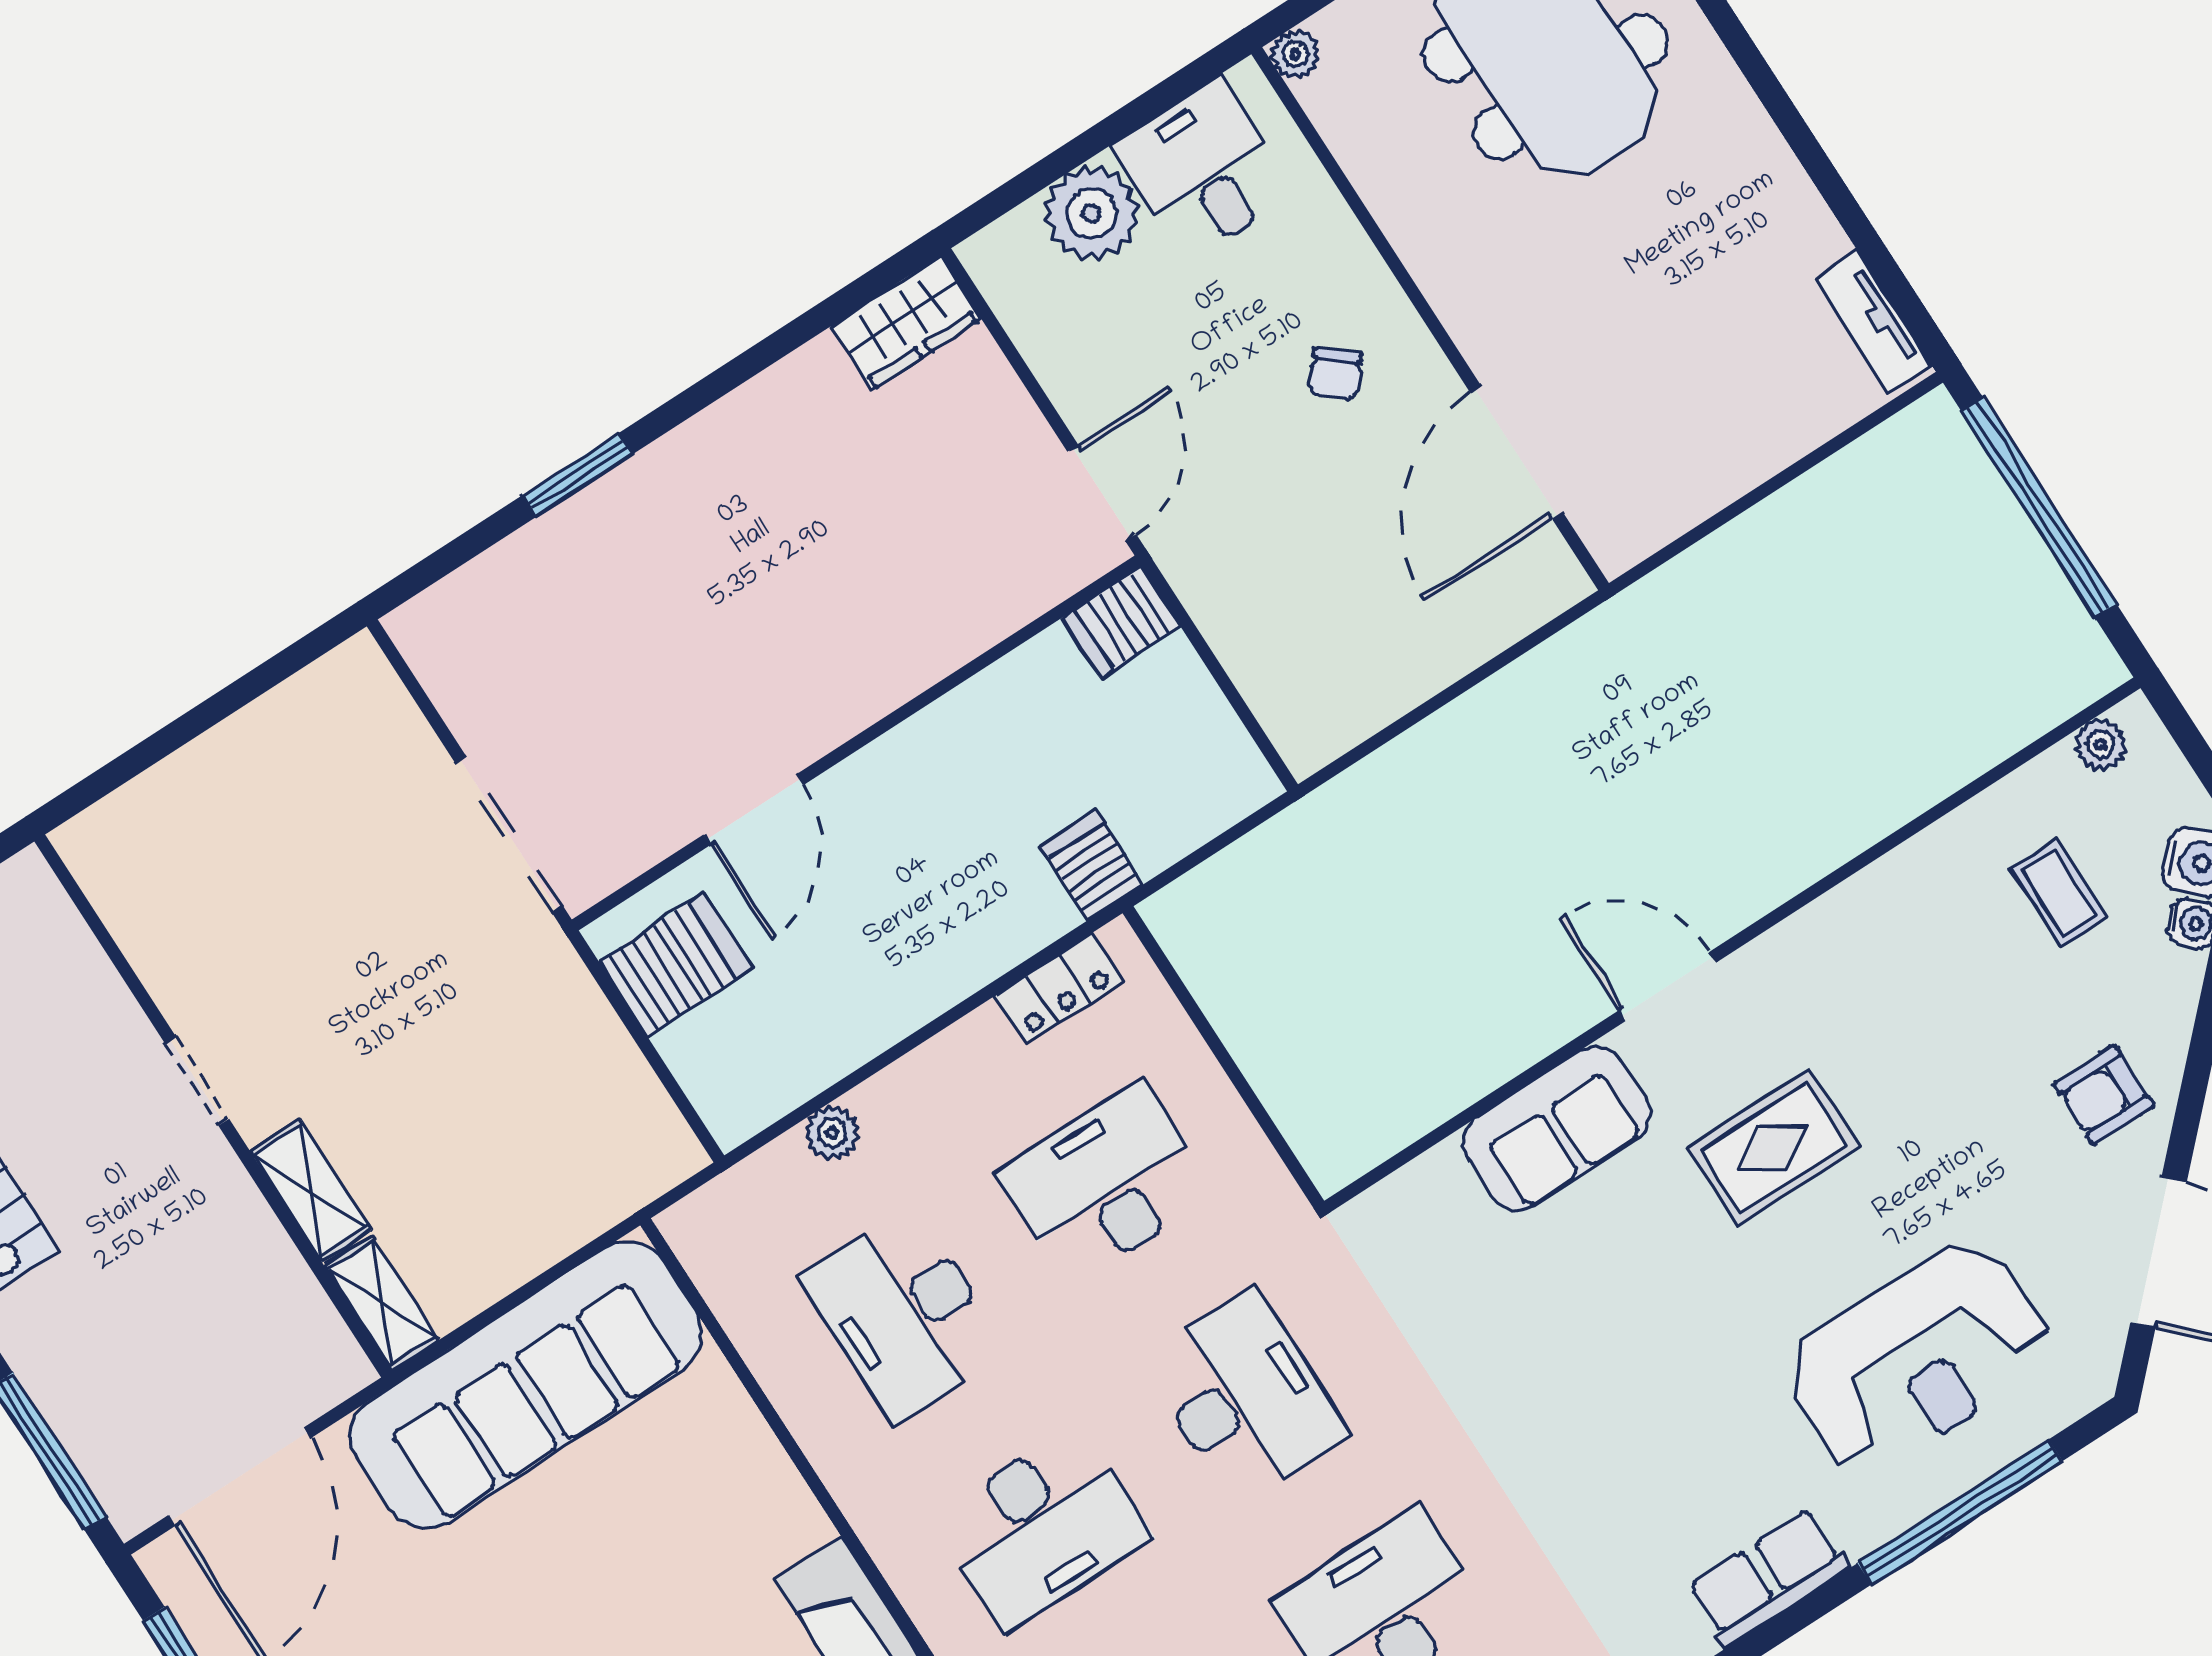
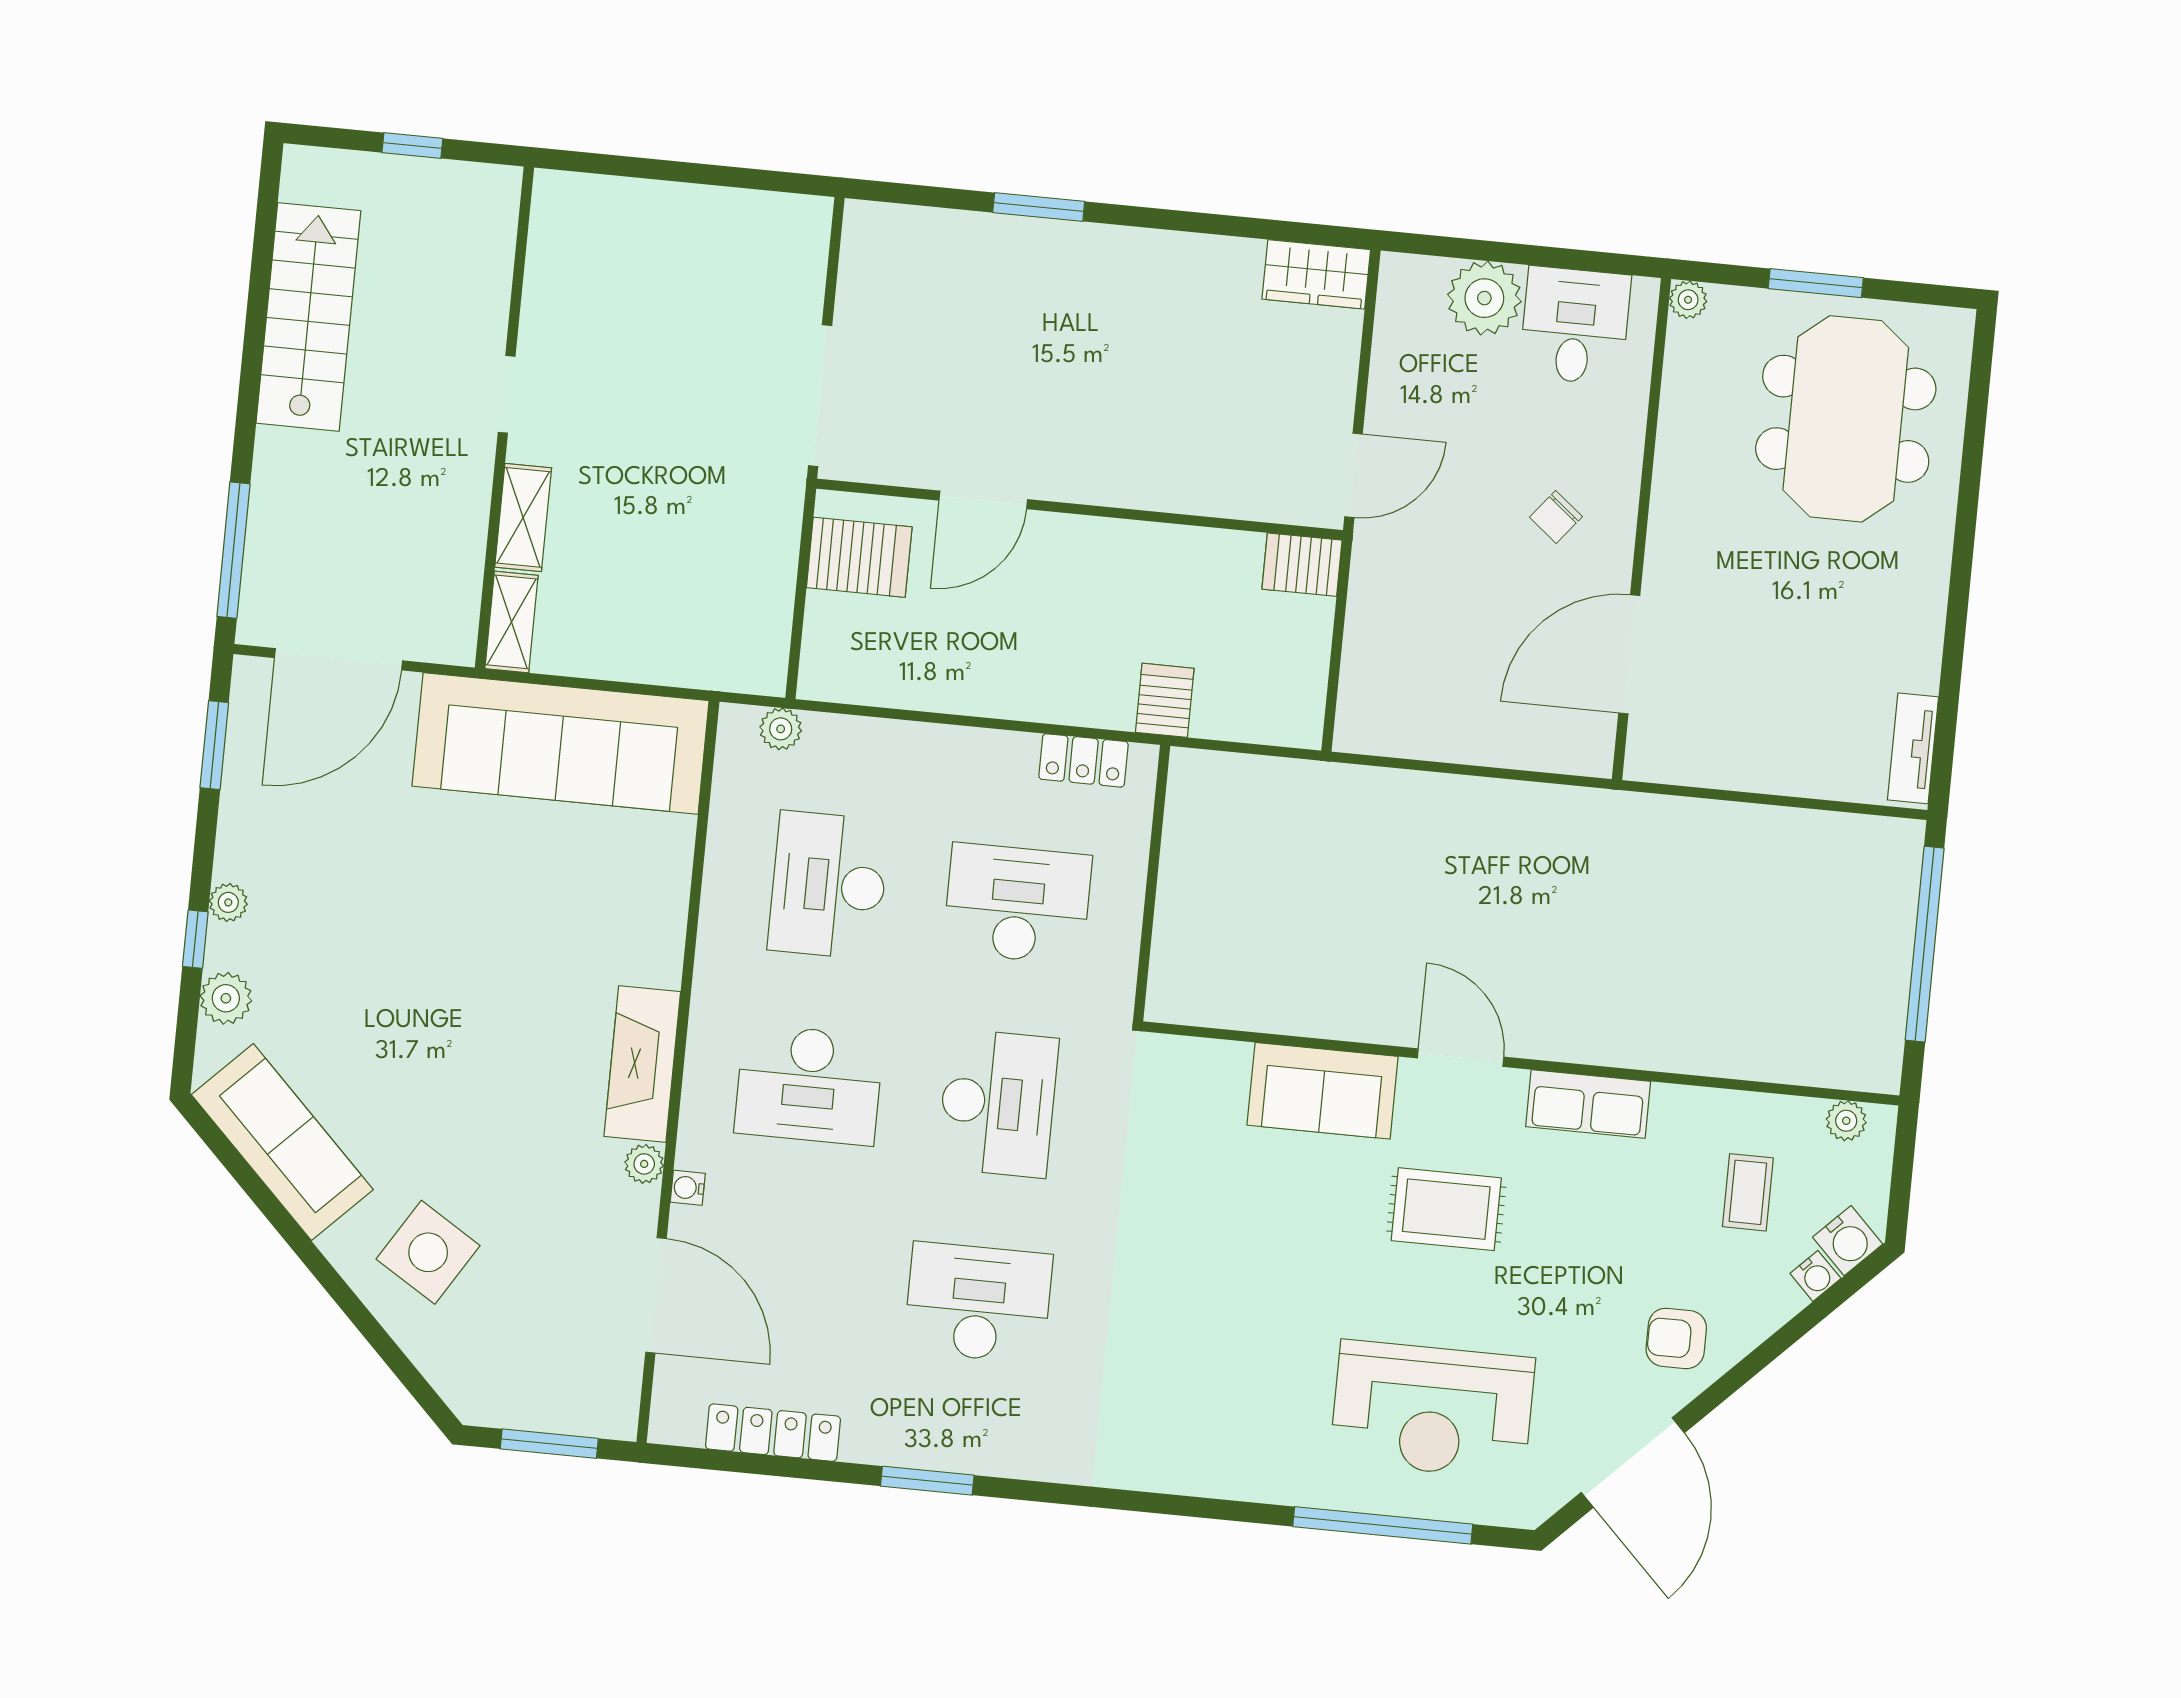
plant: (832, 1133) -> (781, 729), moved
row of seats: (1768, 1578) -> (1588, 1104), moved, turned 180

